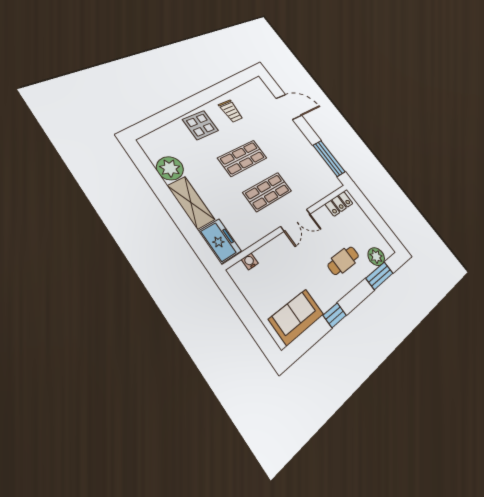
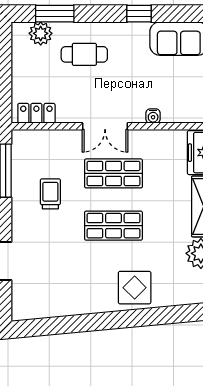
trolley: (231, 111) -> (50, 194), moved
double door: (296, 220) -> (105, 126), swing flipped
water cooler: (250, 261) -> (153, 116), moved

